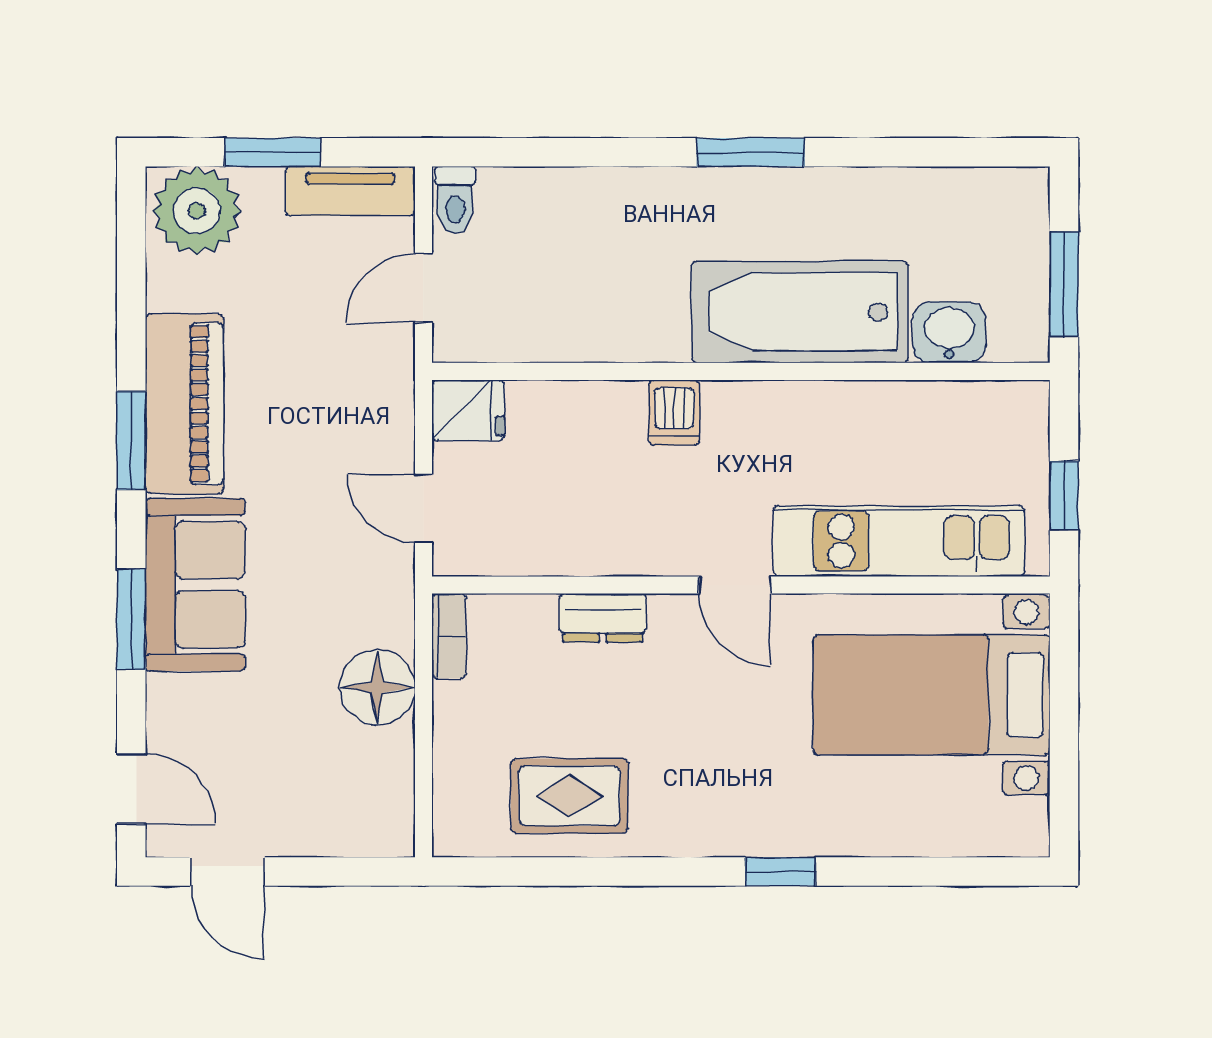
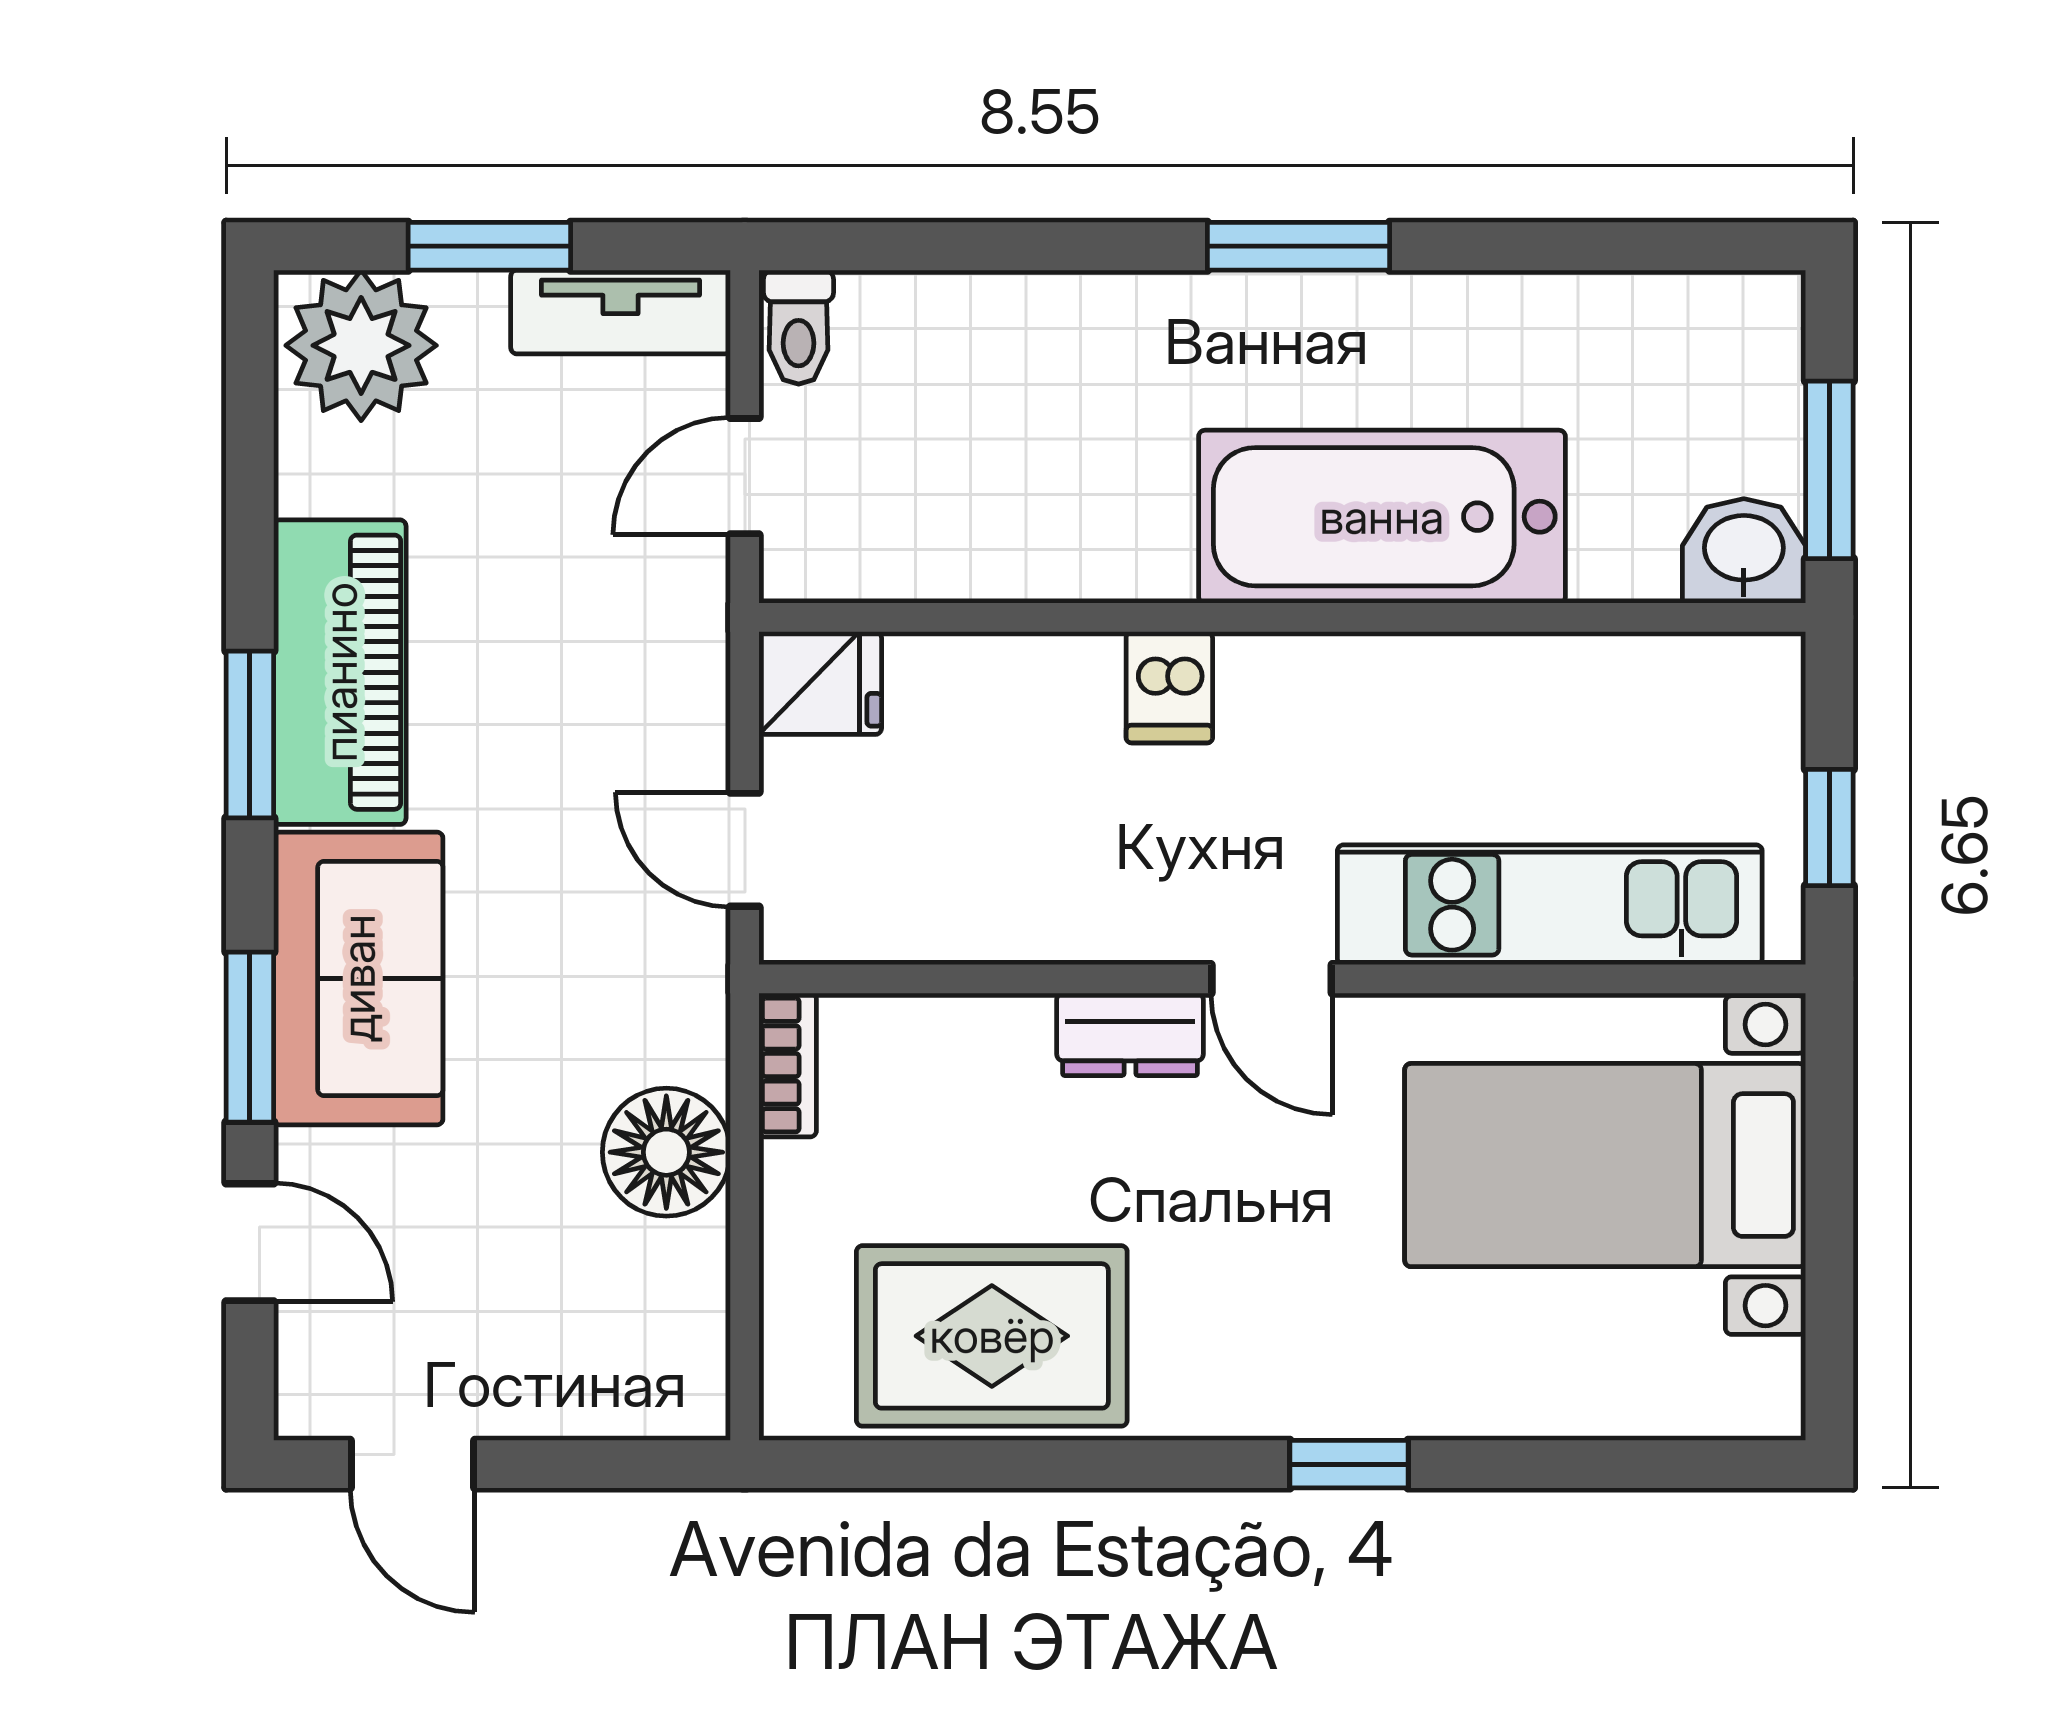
washbasin: (949, 332) -> (1744, 551), moved
dresser: (603, 618) -> (1130, 1034), moved
door: (131, 789) -> (250, 1242), moved
rug: (569, 796) -> (992, 1336), width x1.36, depth x1.43

